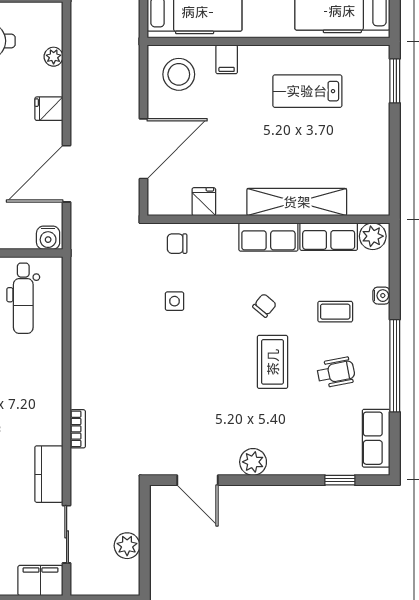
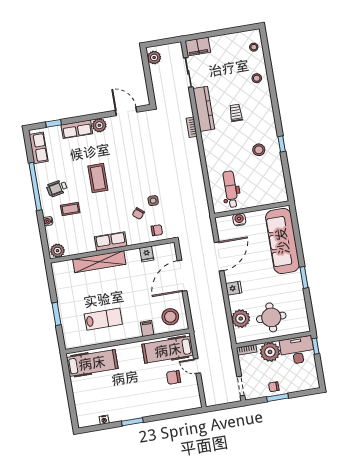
plant: (54, 57) -> (241, 319), width x1.88, depth x1.88
window: (395, 81) -> (57, 314), moved
row of seats: (329, 237) -> (77, 129), moved, turned 180
water cooler: (48, 238) -> (239, 219), moved
chair: (265, 305) -> (138, 214), moved
wheelchair: (336, 372) -> (57, 188), moved
kitchen counter: (49, 474) -> (204, 109), width x1.50
plant: (127, 546) -> (154, 57), moved

